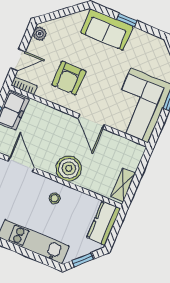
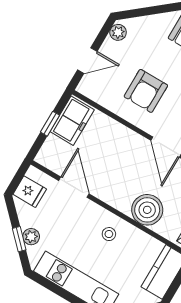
bookcase: (24, 86) -> (91, 93), removed
boiler: (69, 168) -> (147, 210), moved

